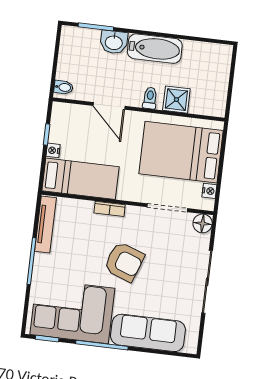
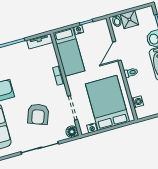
shower: (176, 100) -> (129, 19), moved
washing machine: (198, 106) -> (137, 102), added
tv unit: (45, 224) -> (40, 41), width x0.71
armchair: (124, 262) -> (38, 114), moved

